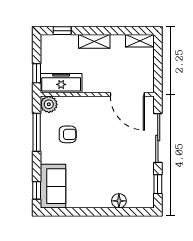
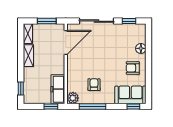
shelving: (94, 41) -> (28, 56), moved
window: (158, 67) -> (47, 21), added
armchair: (91, 189) -> (133, 68), added

